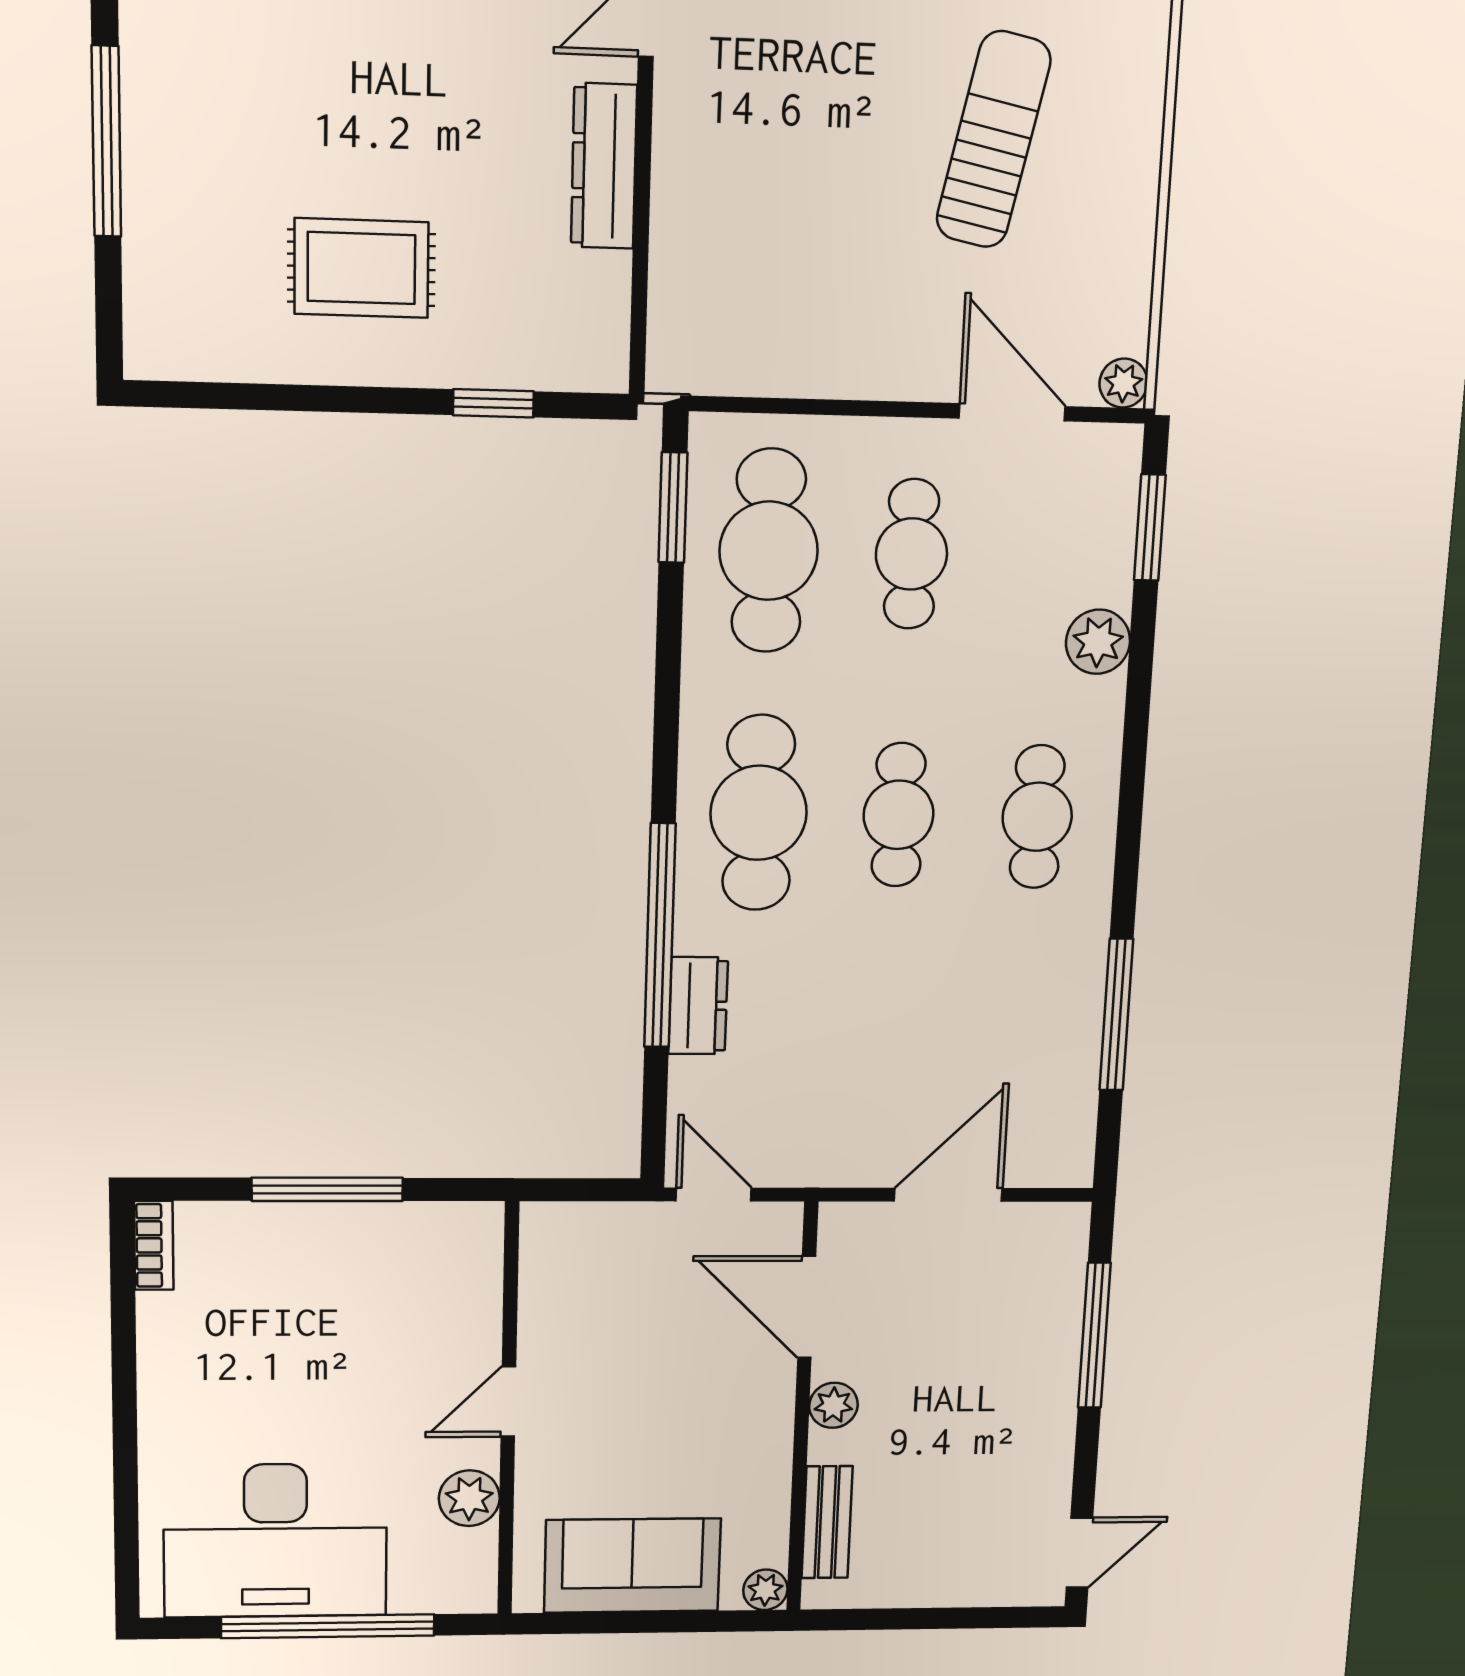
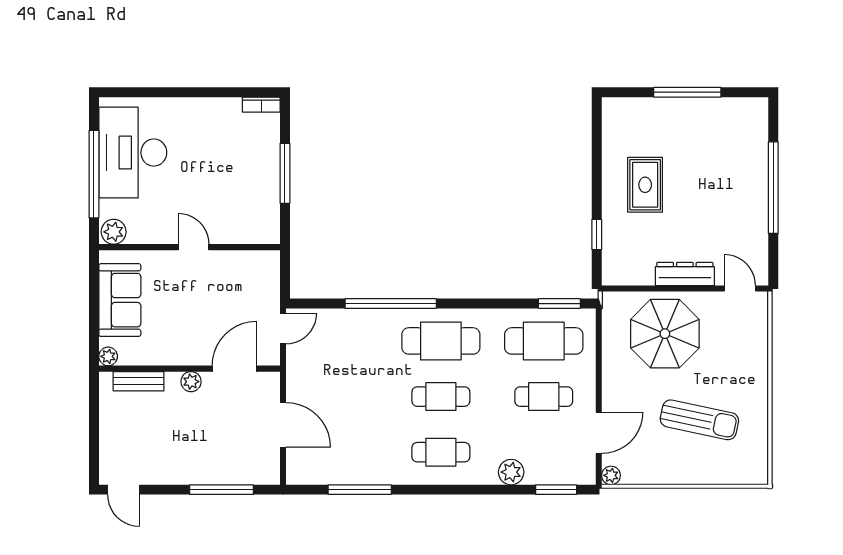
parasol: (762, 227) -> (665, 334), added
dresser: (698, 1006) -> (362, 320), removed
plant: (469, 1498) -> (114, 232), moved

